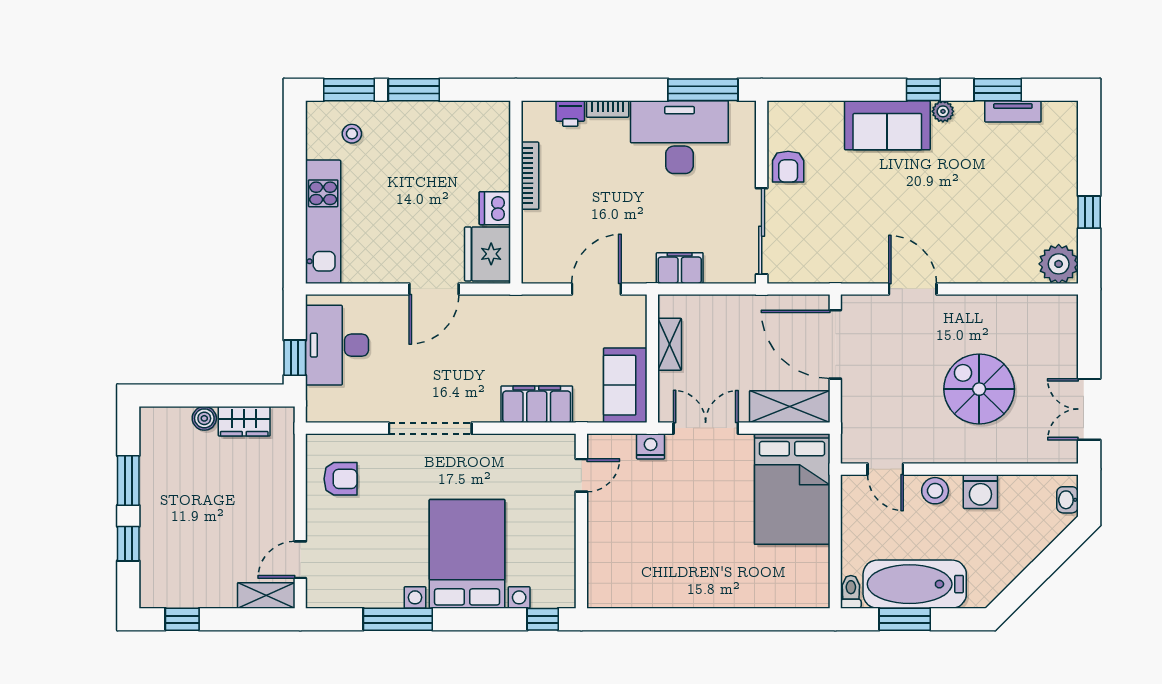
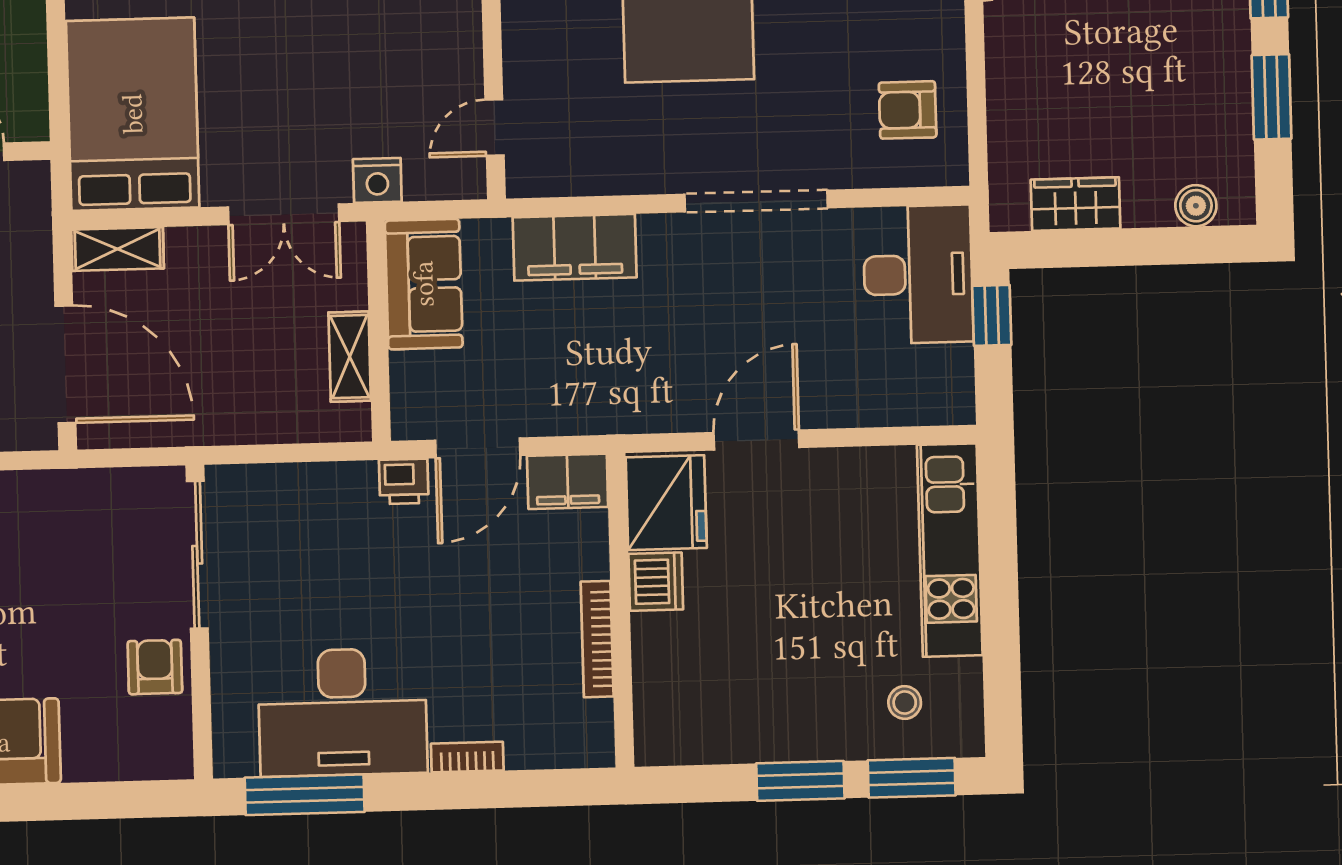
printer: (570, 114) -> (404, 481), moved, turned 180
filing cabinet: (680, 268) -> (568, 481), moved
desk: (337, 345) -> (918, 274), moved
shelving: (790, 407) -> (117, 249), width x0.67, depth x0.75
boiler: (204, 418) -> (1196, 206), moved

